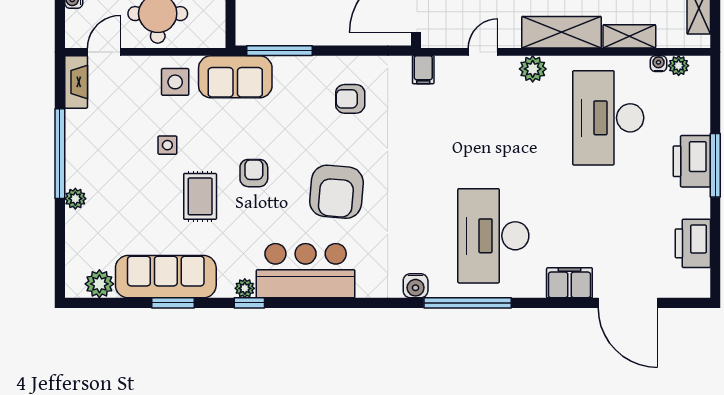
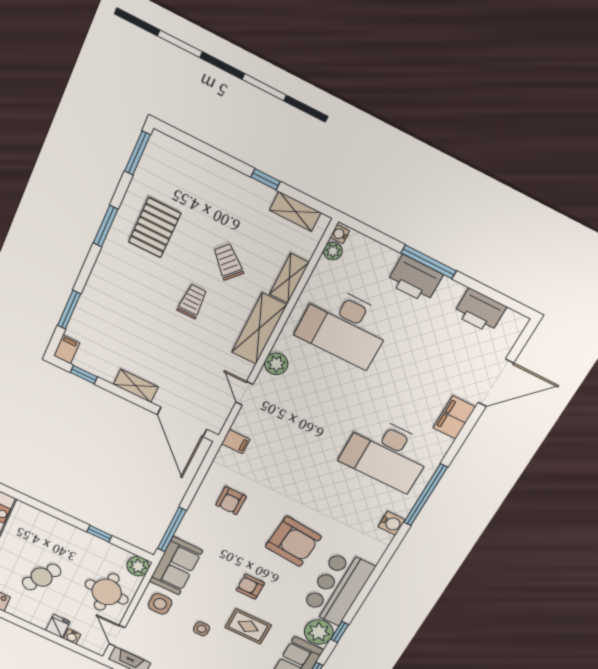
plant: (212, 34) -> (138, 566), added
water cooler: (659, 64) -> (340, 234), moved
plant: (245, 288) -> (319, 632), width x1.88, depth x1.88

